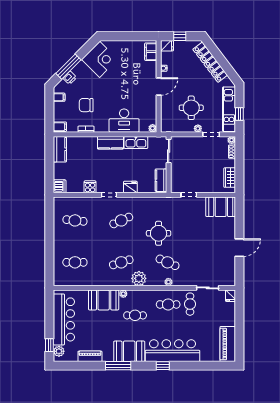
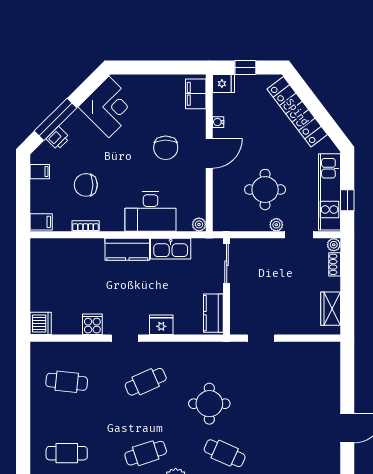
chair: (133, 83) -> (166, 148), added
kitchen counter: (60, 149) -> (41, 260), removed
booth: (221, 207) -> (315, 358), removed

